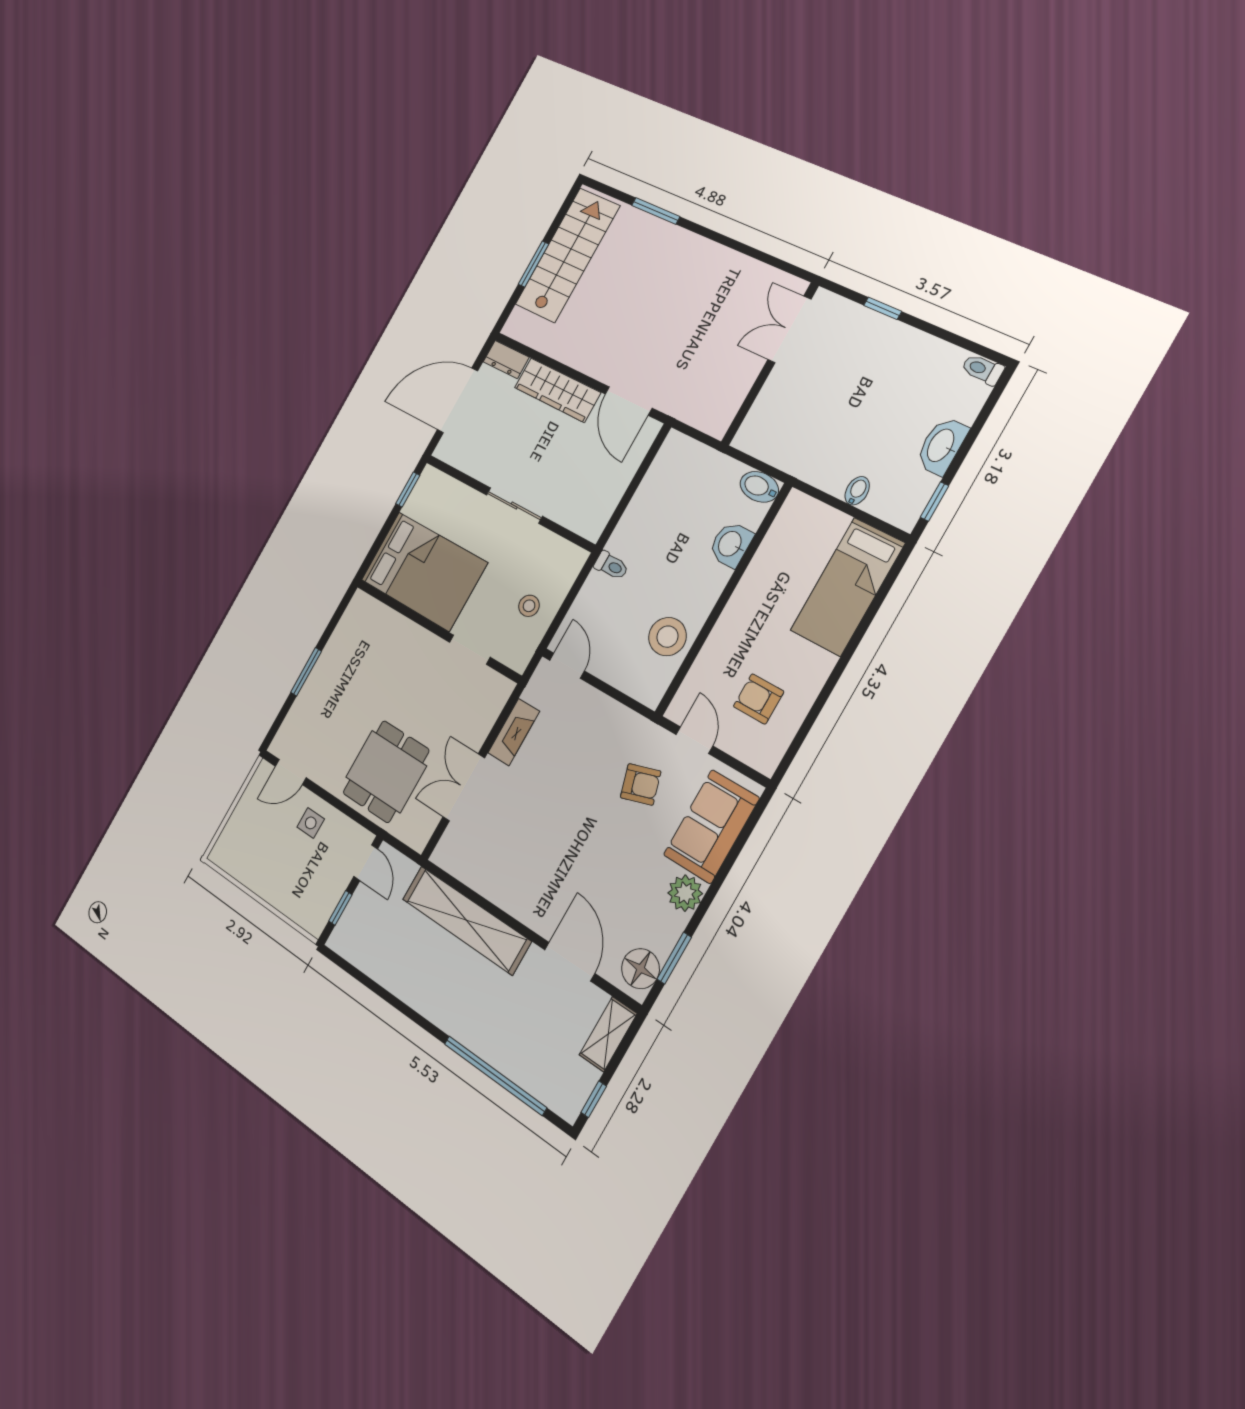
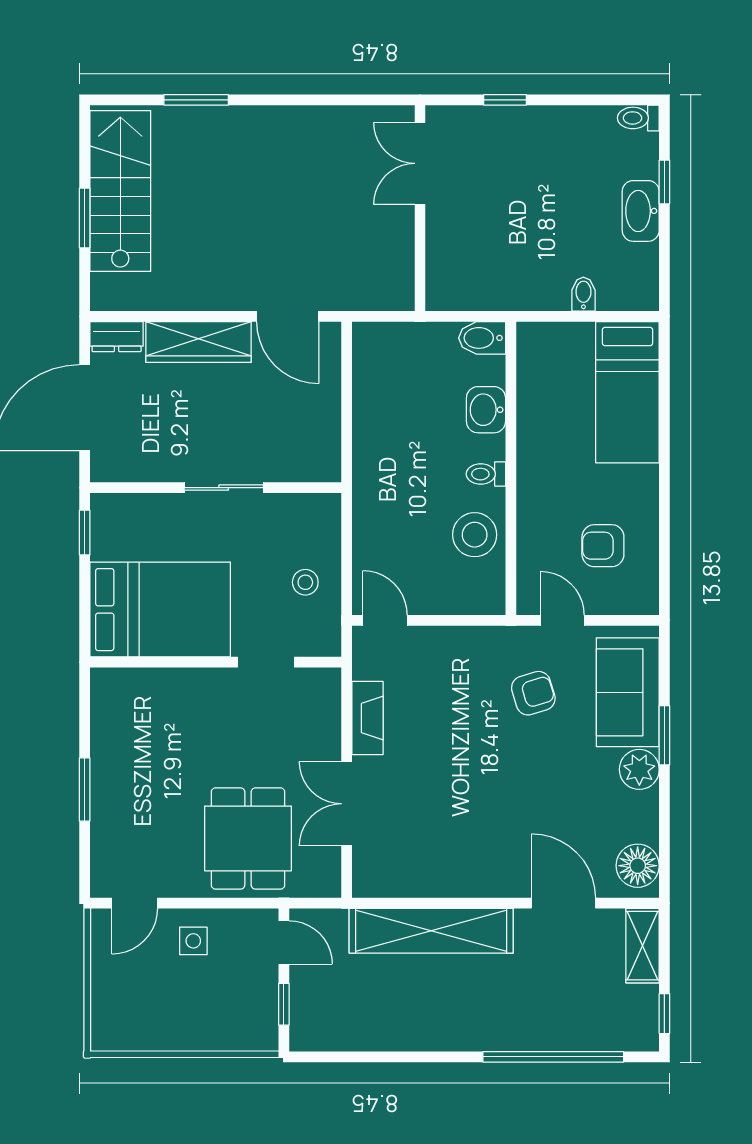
window: (935, 502) -> (664, 182), moved
toilet: (611, 566) -> (486, 474), moved, turned 180
window: (674, 958) -> (664, 735), moved

